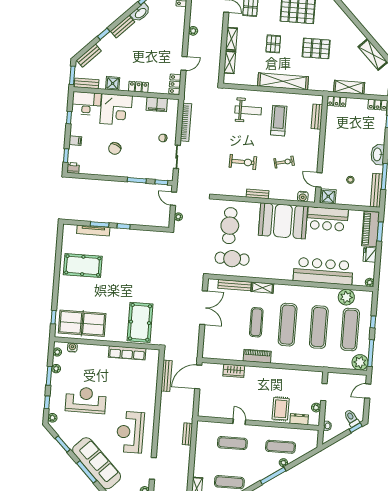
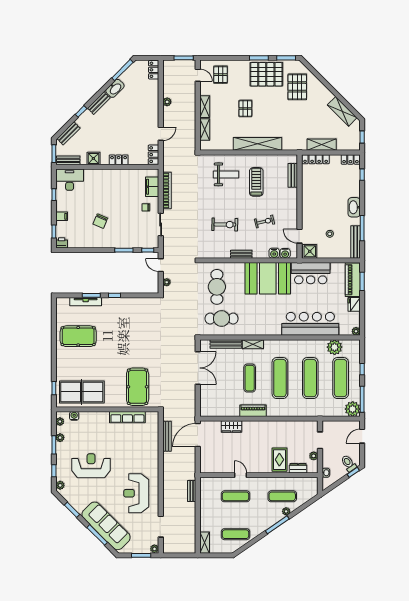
pallet: (316, 48) -> (297, 87), moved, turned 90
locker: (337, 101) -> (316, 159), width x1.53
filing cabinet: (157, 104) -> (152, 187), moved, turned 90
corner desk: (116, 110) -> (99, 184), removed
water cooler: (292, 195) -> (274, 253), added

